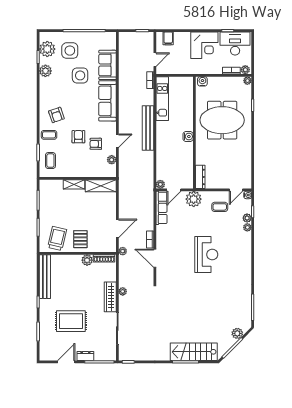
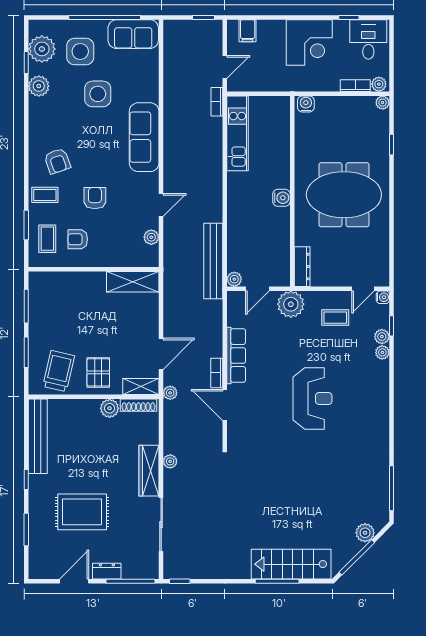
desk: (235, 43) -> (368, 39), width x0.73
sofa: (108, 65) -> (133, 34), moved, turned -90
meeting table: (222, 120) -> (344, 195), moved
bench: (148, 128) -> (213, 261), moved
armchair: (96, 144) -> (78, 239), moved
shelving: (74, 184) -> (141, 387), moved
row of seats: (161, 208) -> (236, 356), moved

